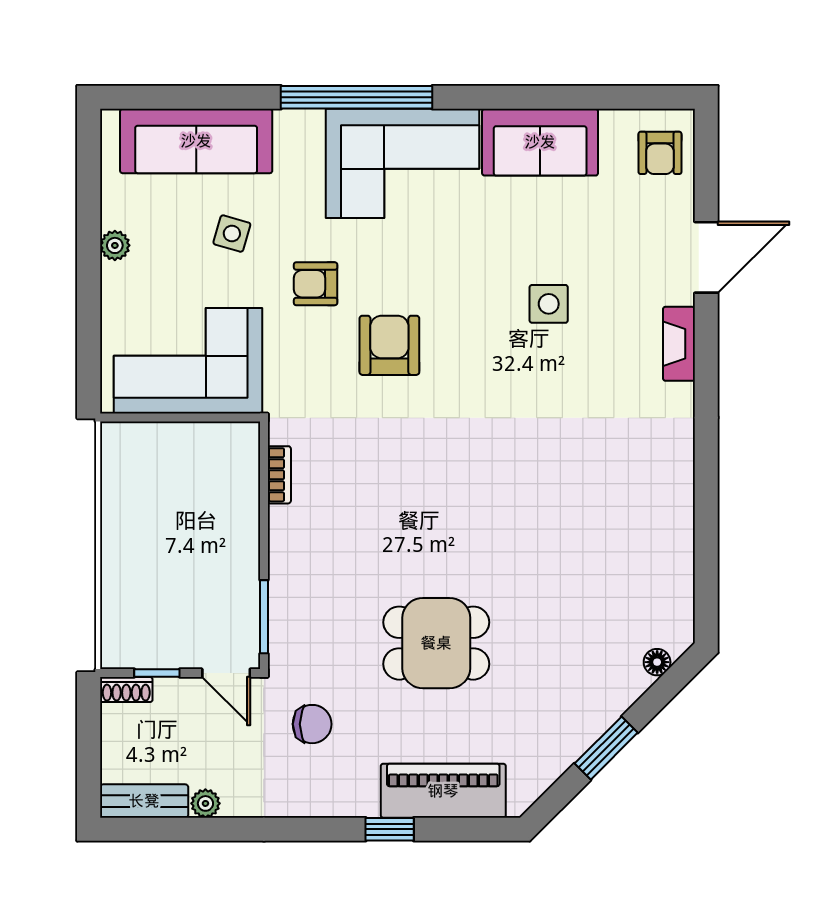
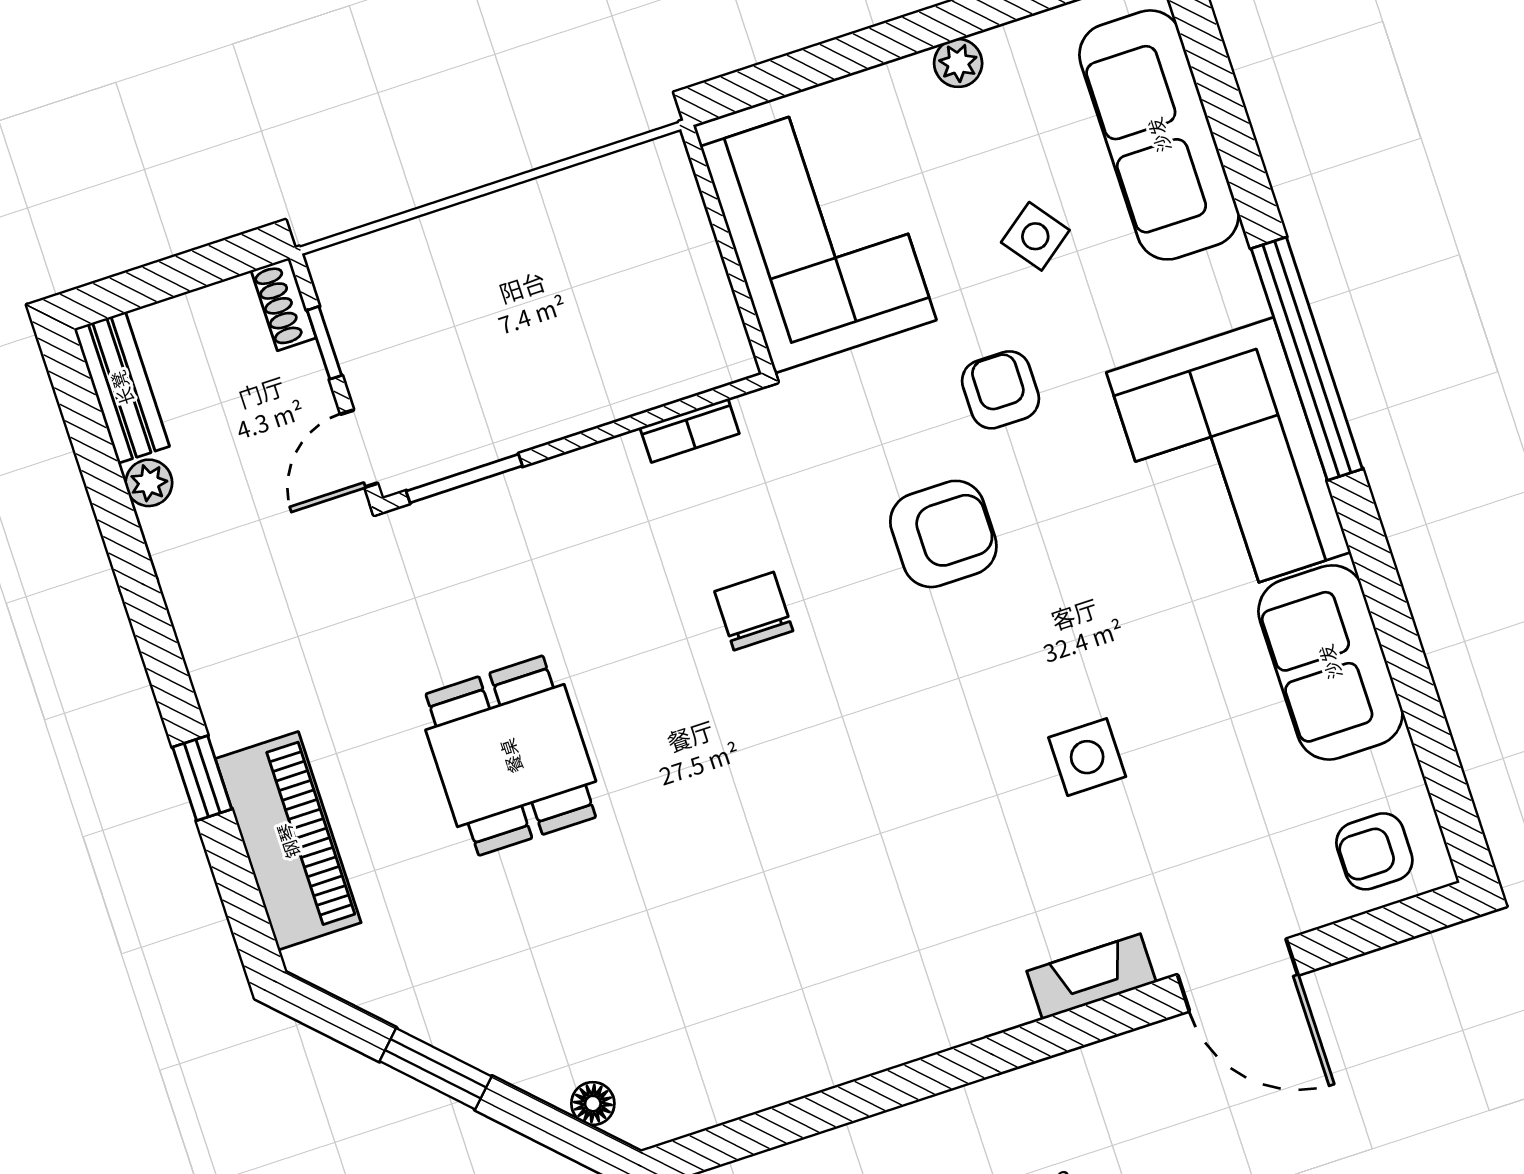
side table: (232, 234) -> (1035, 236), turned 37
chair: (312, 724) -> (754, 611), moved, turned 180

